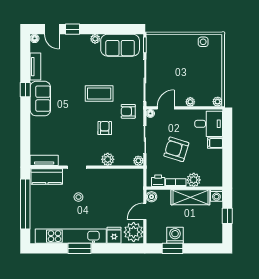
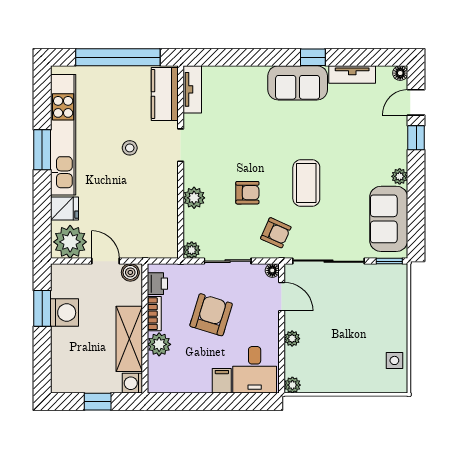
armchair: (128, 111) -> (276, 233), turned 114

